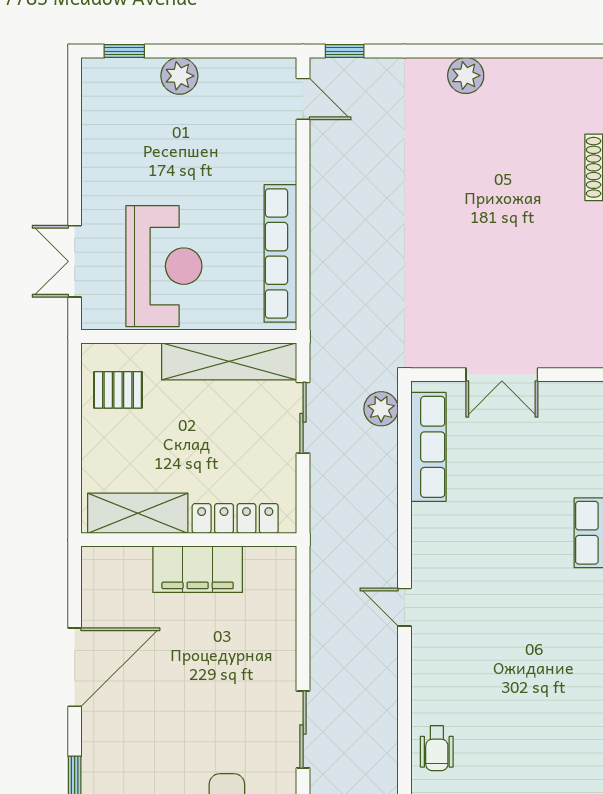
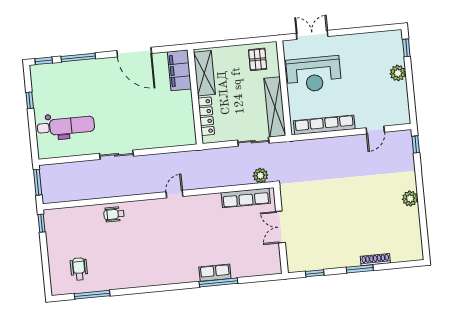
door: (303, 99) -> (375, 130), moved
filing cabinet: (198, 569) -> (179, 70), moved

